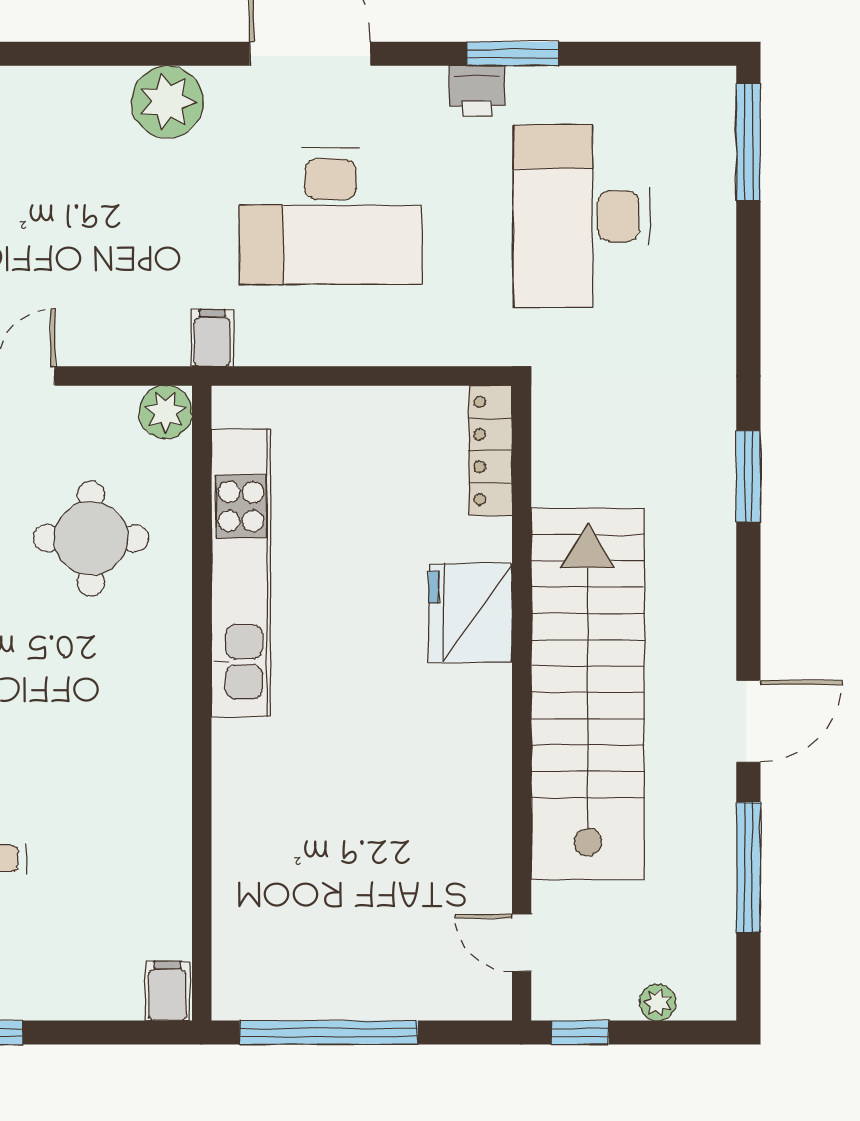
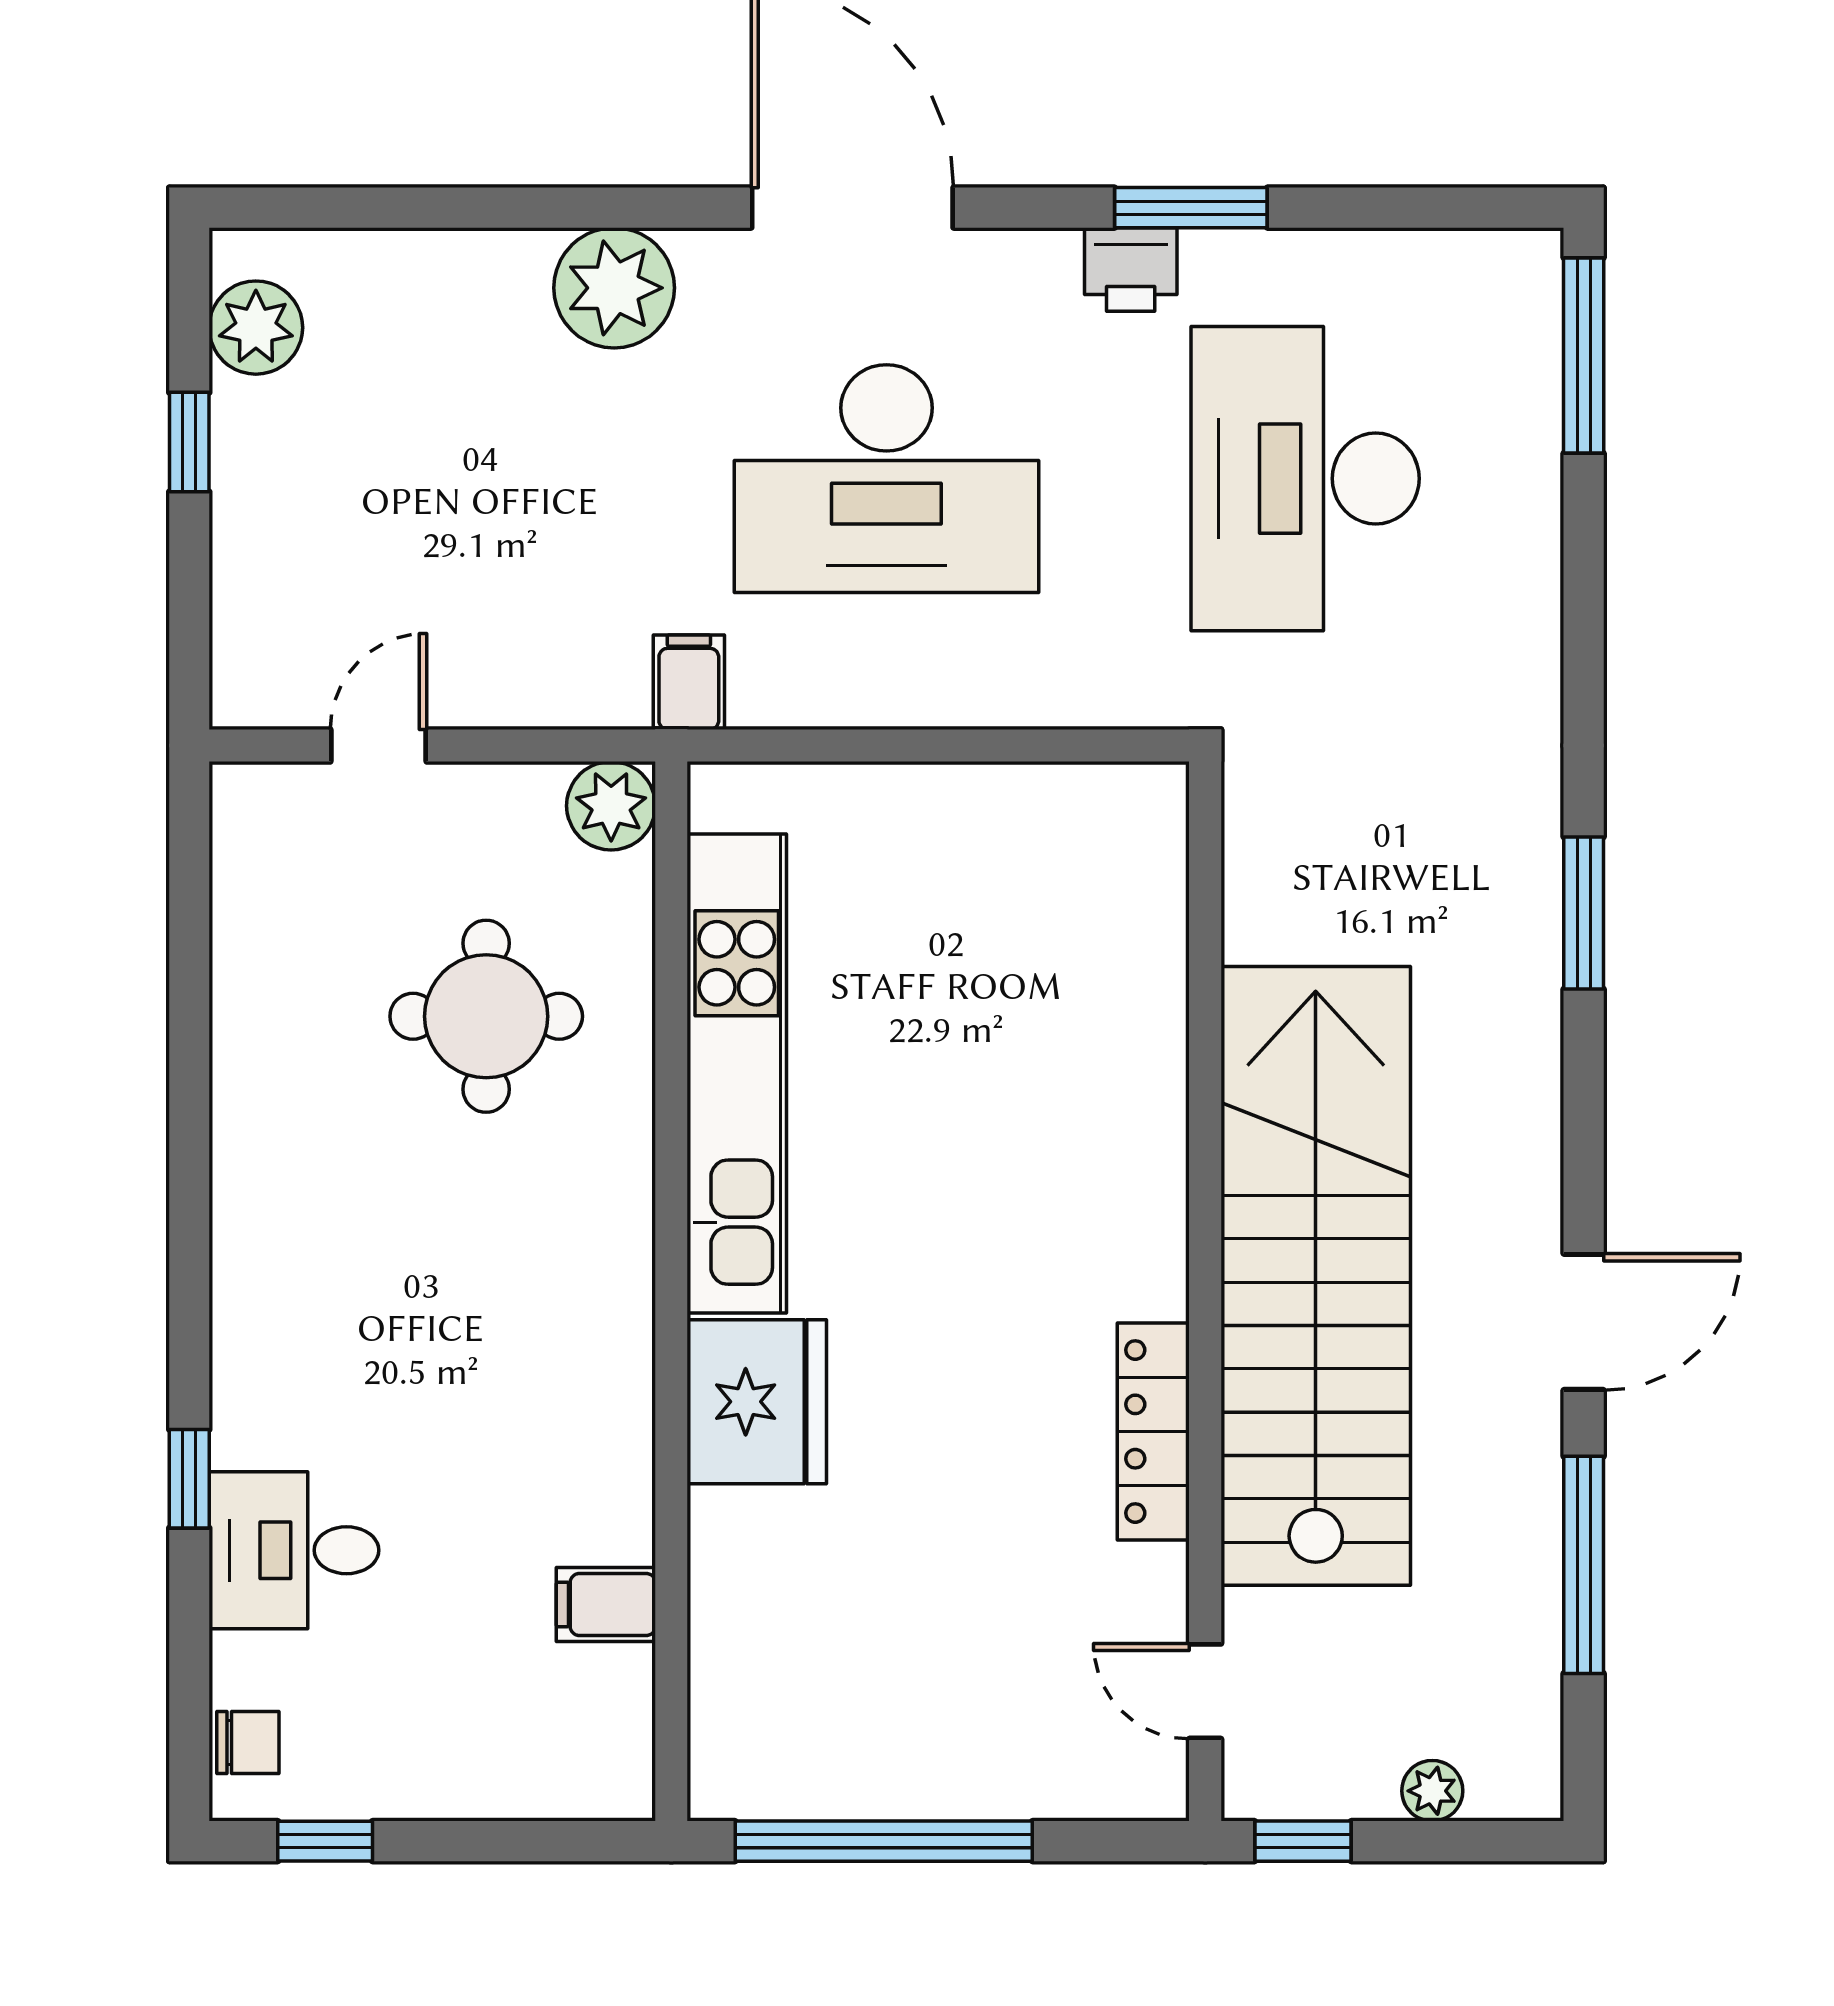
locker: (490, 451) -> (1153, 1432), moved
fridge: (470, 613) -> (757, 1402), moved, turned 180
filing cabinet: (167, 991) -> (606, 1604), moved, turned -90

